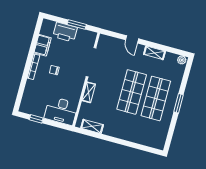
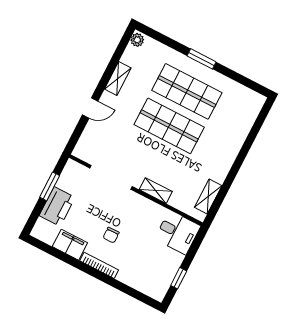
desk: (61, 111) -> (178, 232), width x0.73

